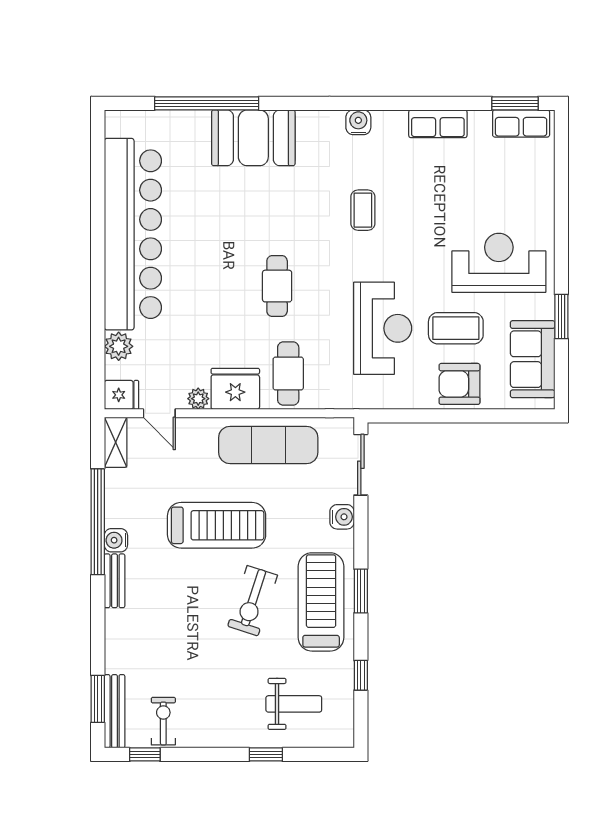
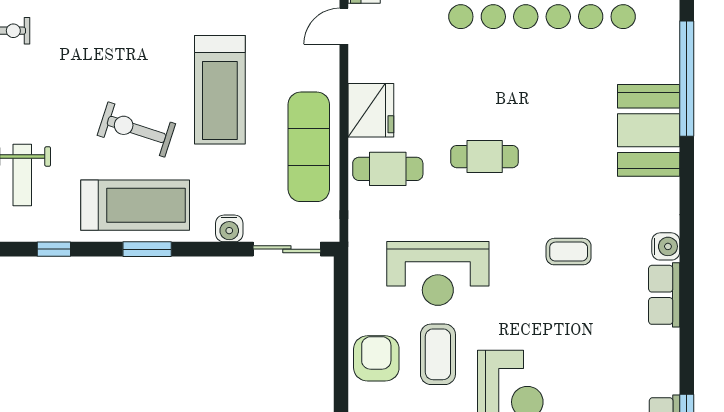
row of seats: (438, 124) -> (664, 295), moved
plant: (198, 399) -> (360, 69), removed

